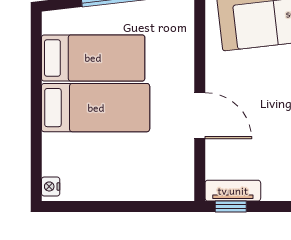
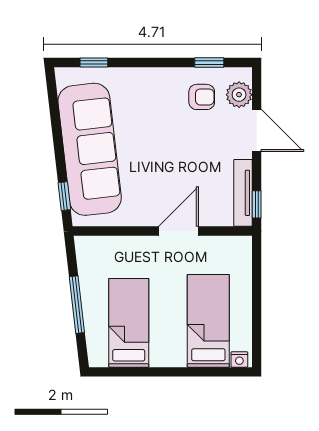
bed: (96, 108) -> (208, 321), moved
tv unit: (233, 191) -> (243, 193), width x1.41

